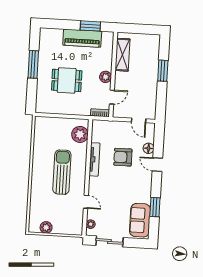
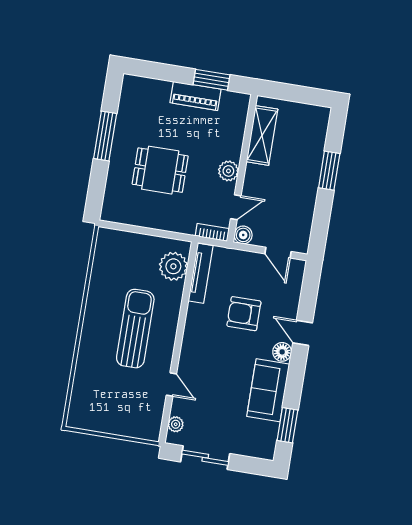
piano: (82, 38) -> (196, 96), width x0.73, depth x0.75
boiler: (118, 112) -> (243, 235), added
floor lamp: (149, 148) -> (282, 352), moved
tv unit: (94, 159) -> (201, 273), moved
window: (155, 207) -> (287, 425), moved
sofa: (140, 220) -> (268, 390), moved
plant: (46, 227) -> (98, 422), removed

